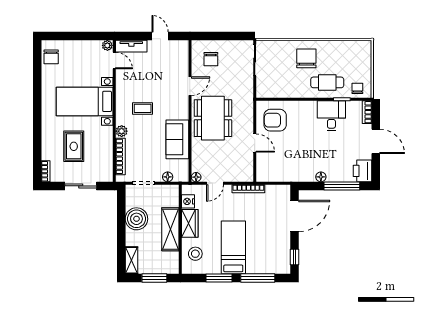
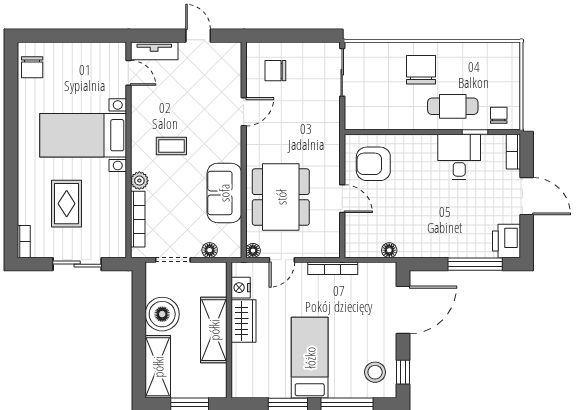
plant: (107, 45) -> (118, 50), removed
chair: (211, 59) -> (275, 71), turned 90
dining table: (213, 118) -> (281, 197), moved
floor lamp: (321, 177) -> (389, 250), moved
stool: (195, 254) -> (375, 372), moved
shelving: (132, 260) -> (158, 367), width x1.50, depth x1.33

